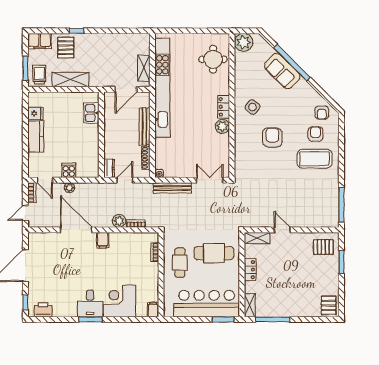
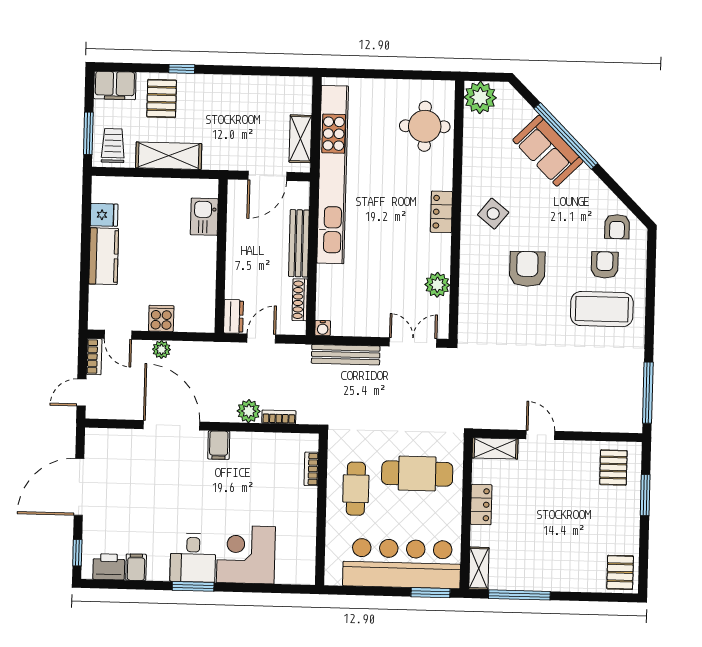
plant: (222, 126) -> (437, 285), moved
pallet: (323, 247) -> (613, 468), turned 90
filing cabinet: (153, 310) -> (136, 567), moved

